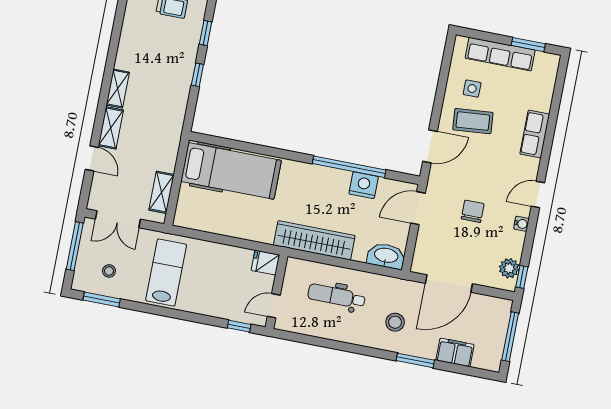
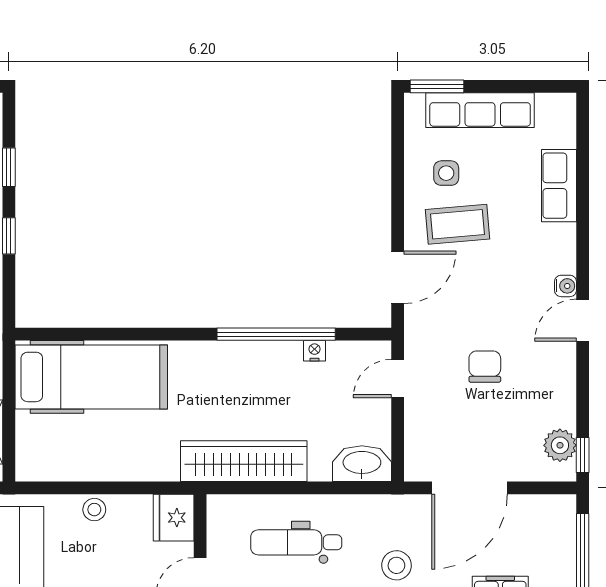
window: (528, 45) -> (437, 86), moved
row of seats: (535, 134) -> (559, 186), moved
nightstand: (364, 185) -> (315, 351), width x0.53, depth x0.56
door: (418, 208) -> (398, 379), width x0.73
water cooler: (521, 224) -> (565, 286), moved
stool: (217, 252) -> (94, 510), added
fridge: (265, 263) -> (174, 518), width x1.38

